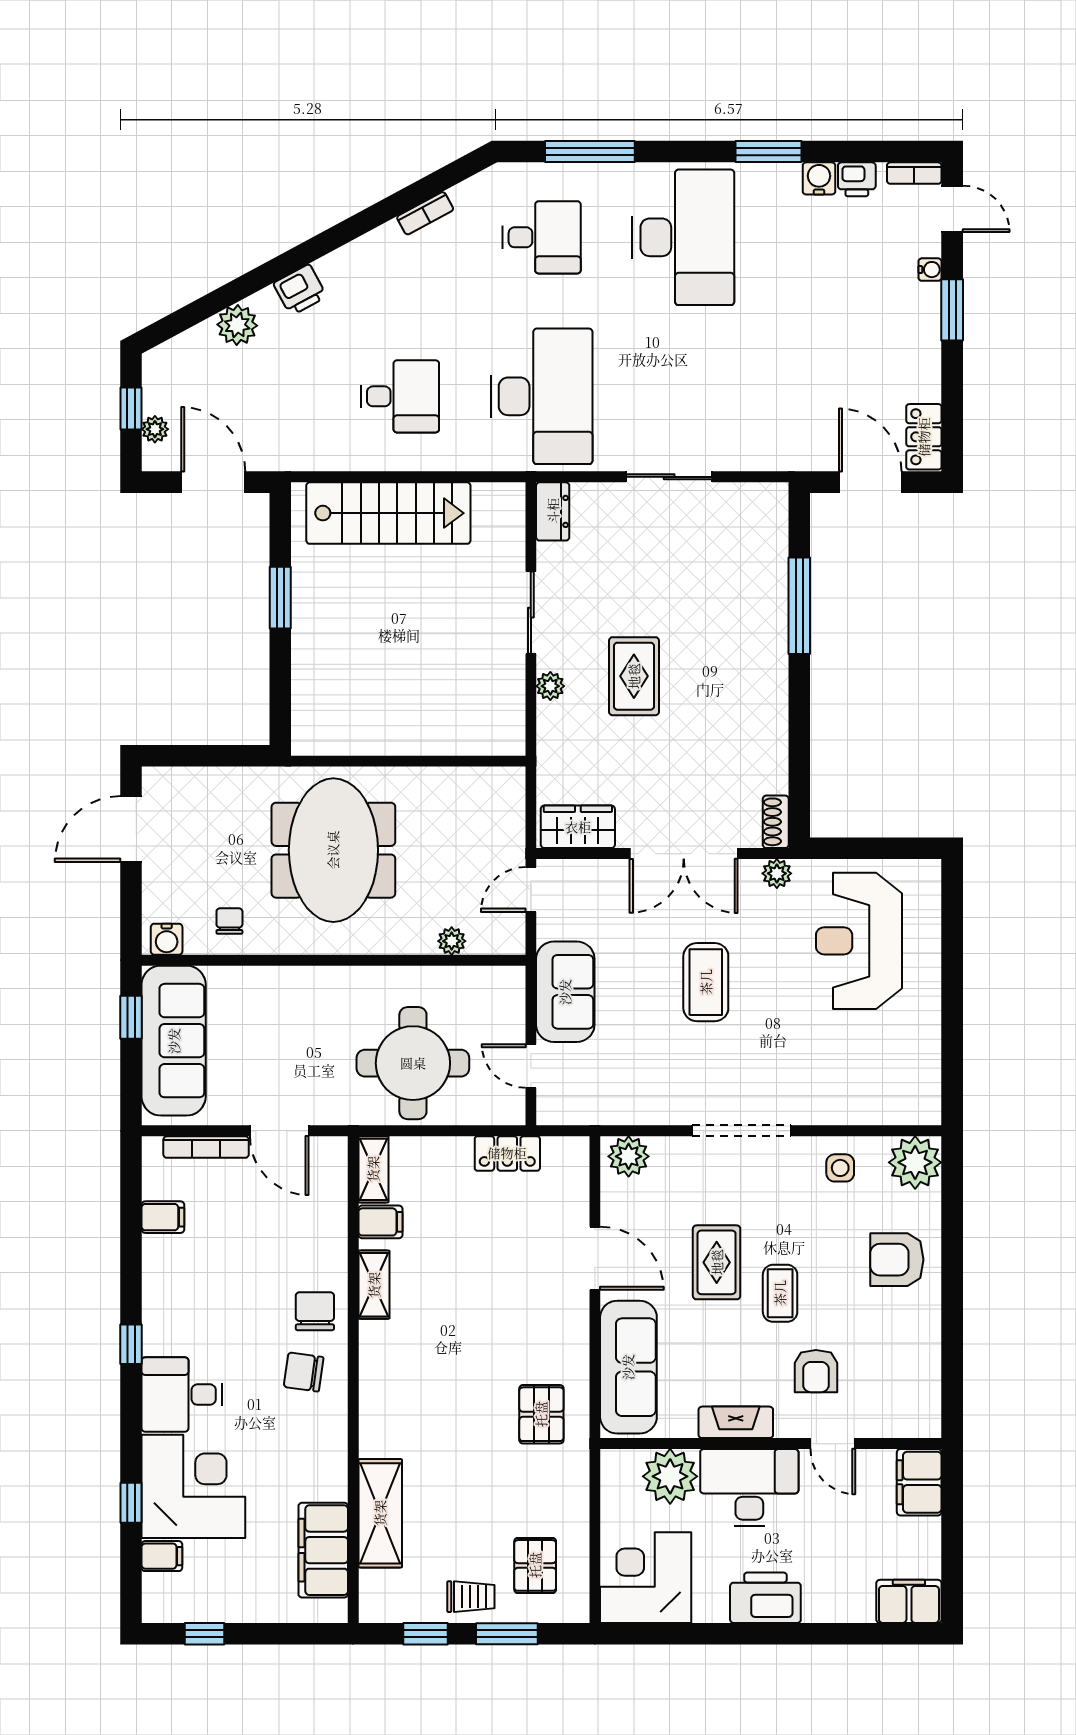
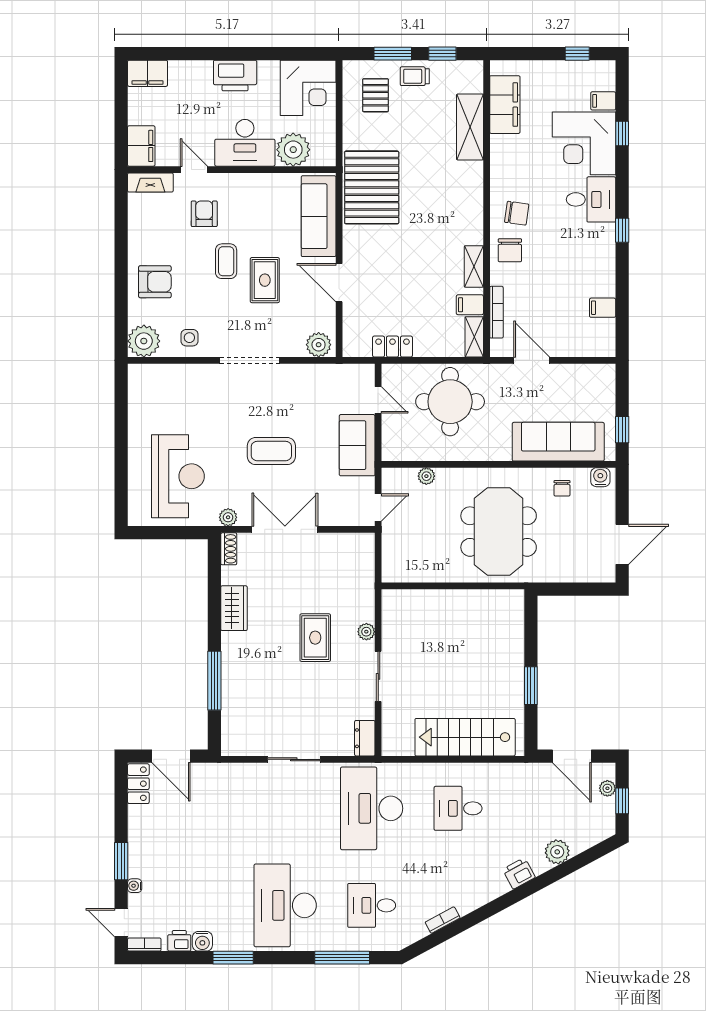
wardrobe: (578, 827) -> (234, 608), moved, turned -90
coffee table: (706, 982) -> (271, 451), turned 90
sofa: (174, 1041) -> (558, 442), moved, turned 90
bookcase: (206, 1147) -> (496, 312), moved, turned 90
pallet: (541, 1414) -> (372, 187), width x2.05, depth x2.00
fireplace: (736, 1422) -> (150, 182), moved

